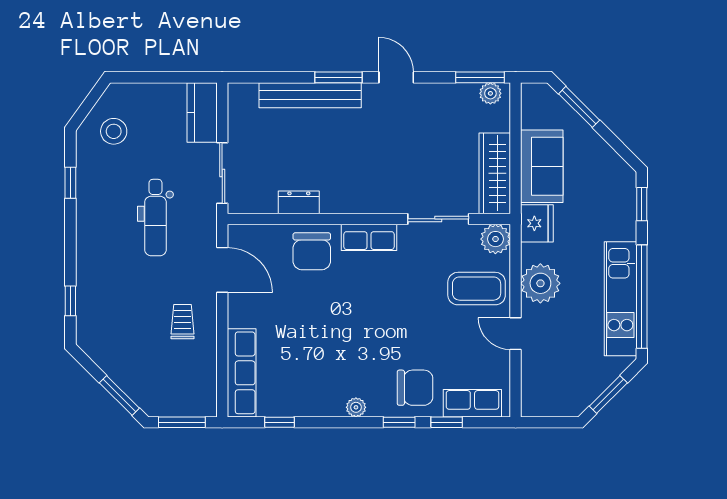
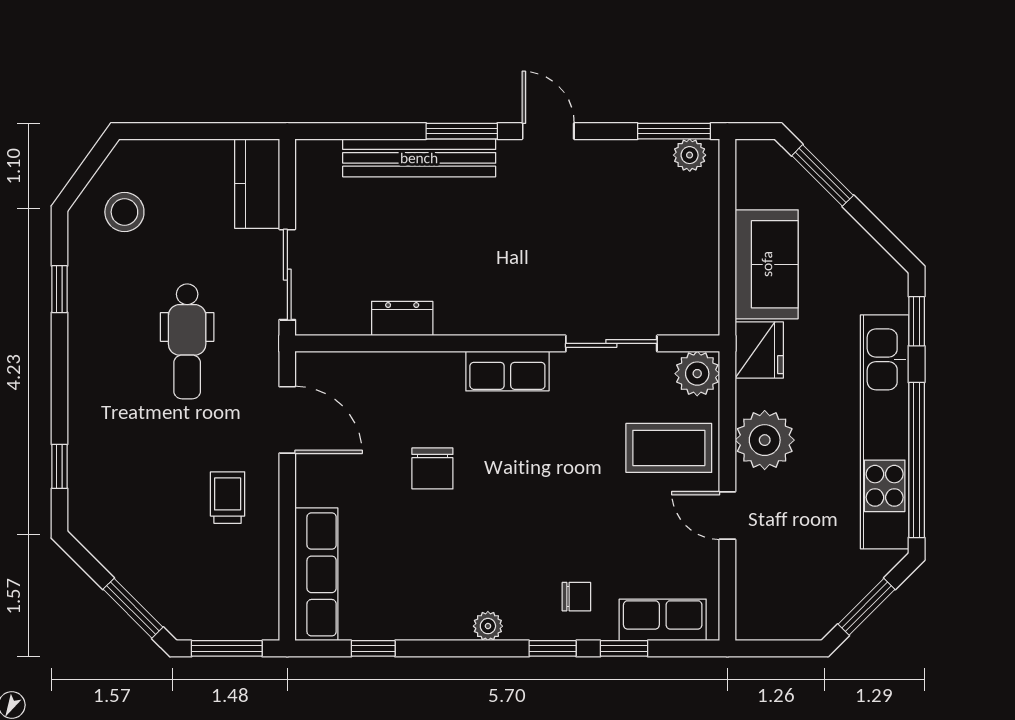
wardrobe: (495, 173) -> (696, 275), removed
chair: (312, 251) -> (432, 468), moved, width x0.73, depth x0.73
kitchen unit: (620, 299) -> (885, 432), width x1.36
chair: (415, 388) -> (576, 597), width x0.54, depth x0.54

